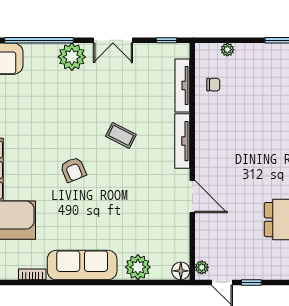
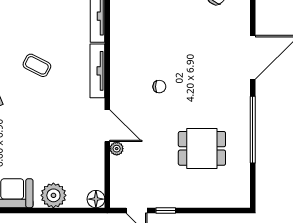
chair: (213, 85) -> (159, 87), moved
plant: (202, 267) -> (117, 149), moved

